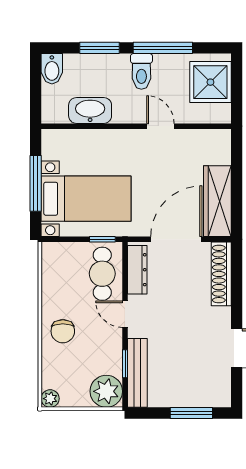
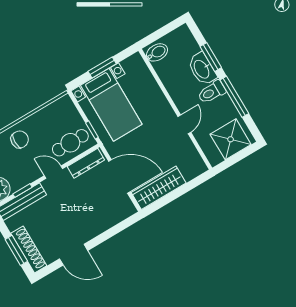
bidet: (52, 69) -> (157, 52), moved, turned 180
washbasin: (90, 110) -> (202, 69), moved, turned 180
window: (36, 183) -> (102, 68), width x0.69
shoe rack: (221, 274) -> (29, 249), moved, turned 90
door: (125, 314) -> (53, 172), hinge flipped
chair: (63, 331) -> (20, 139), turned 180

